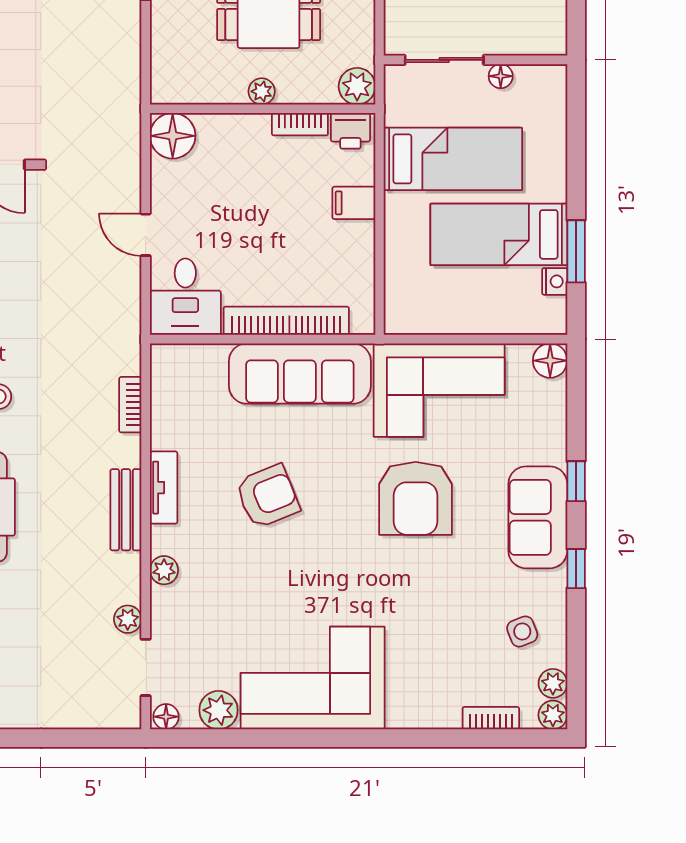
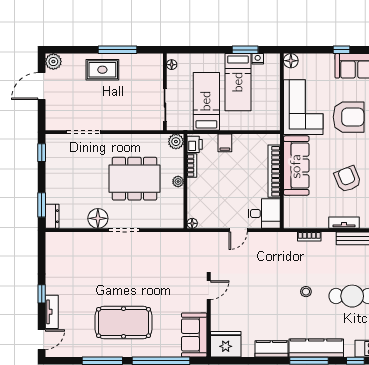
floor lamp: (501, 76) -> (172, 65), moved
floor lamp: (173, 136) -> (192, 223), width x0.53, depth x0.53

